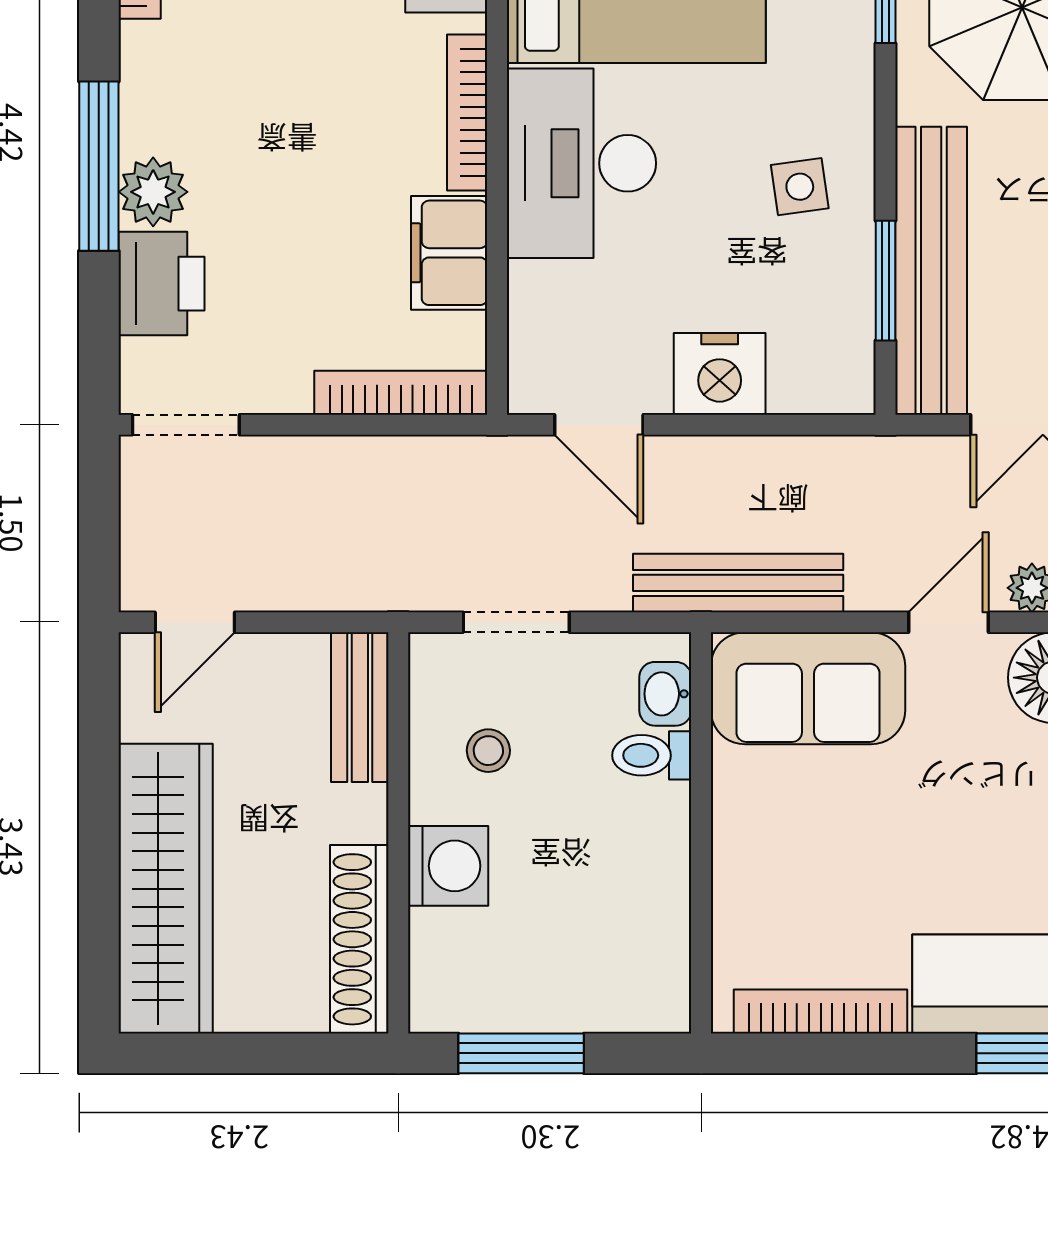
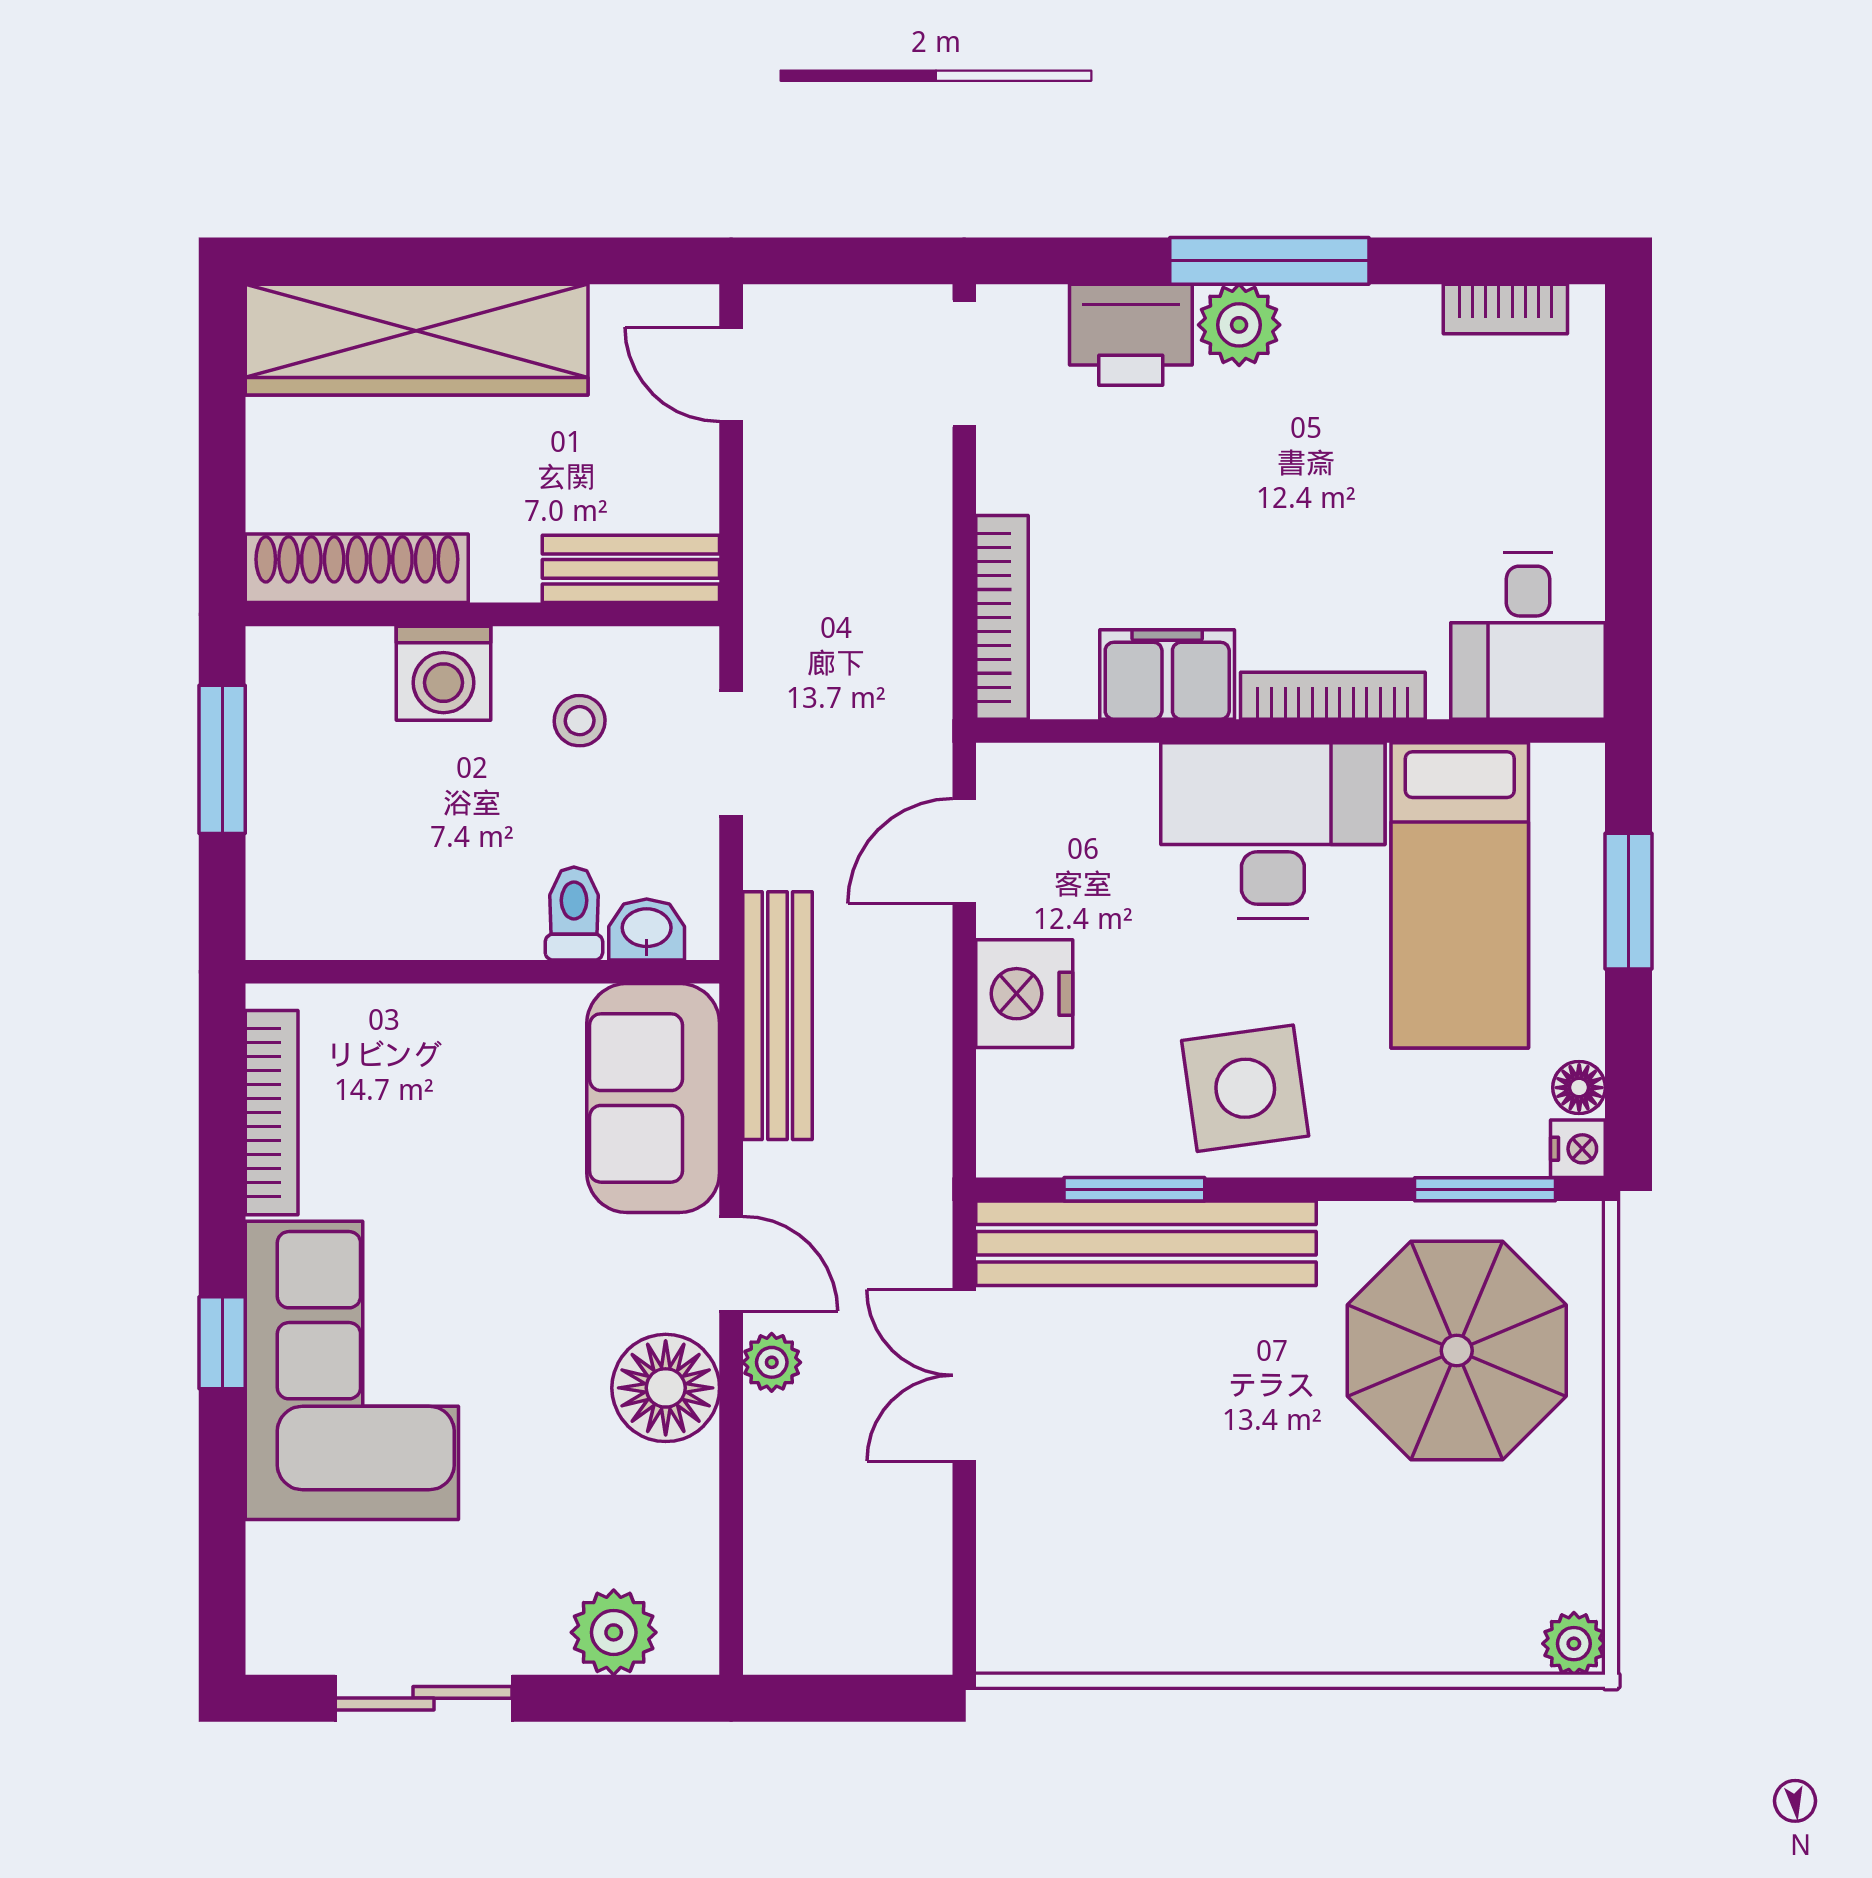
side table: (800, 187) -> (1245, 1088), width x1.87, depth x1.87

